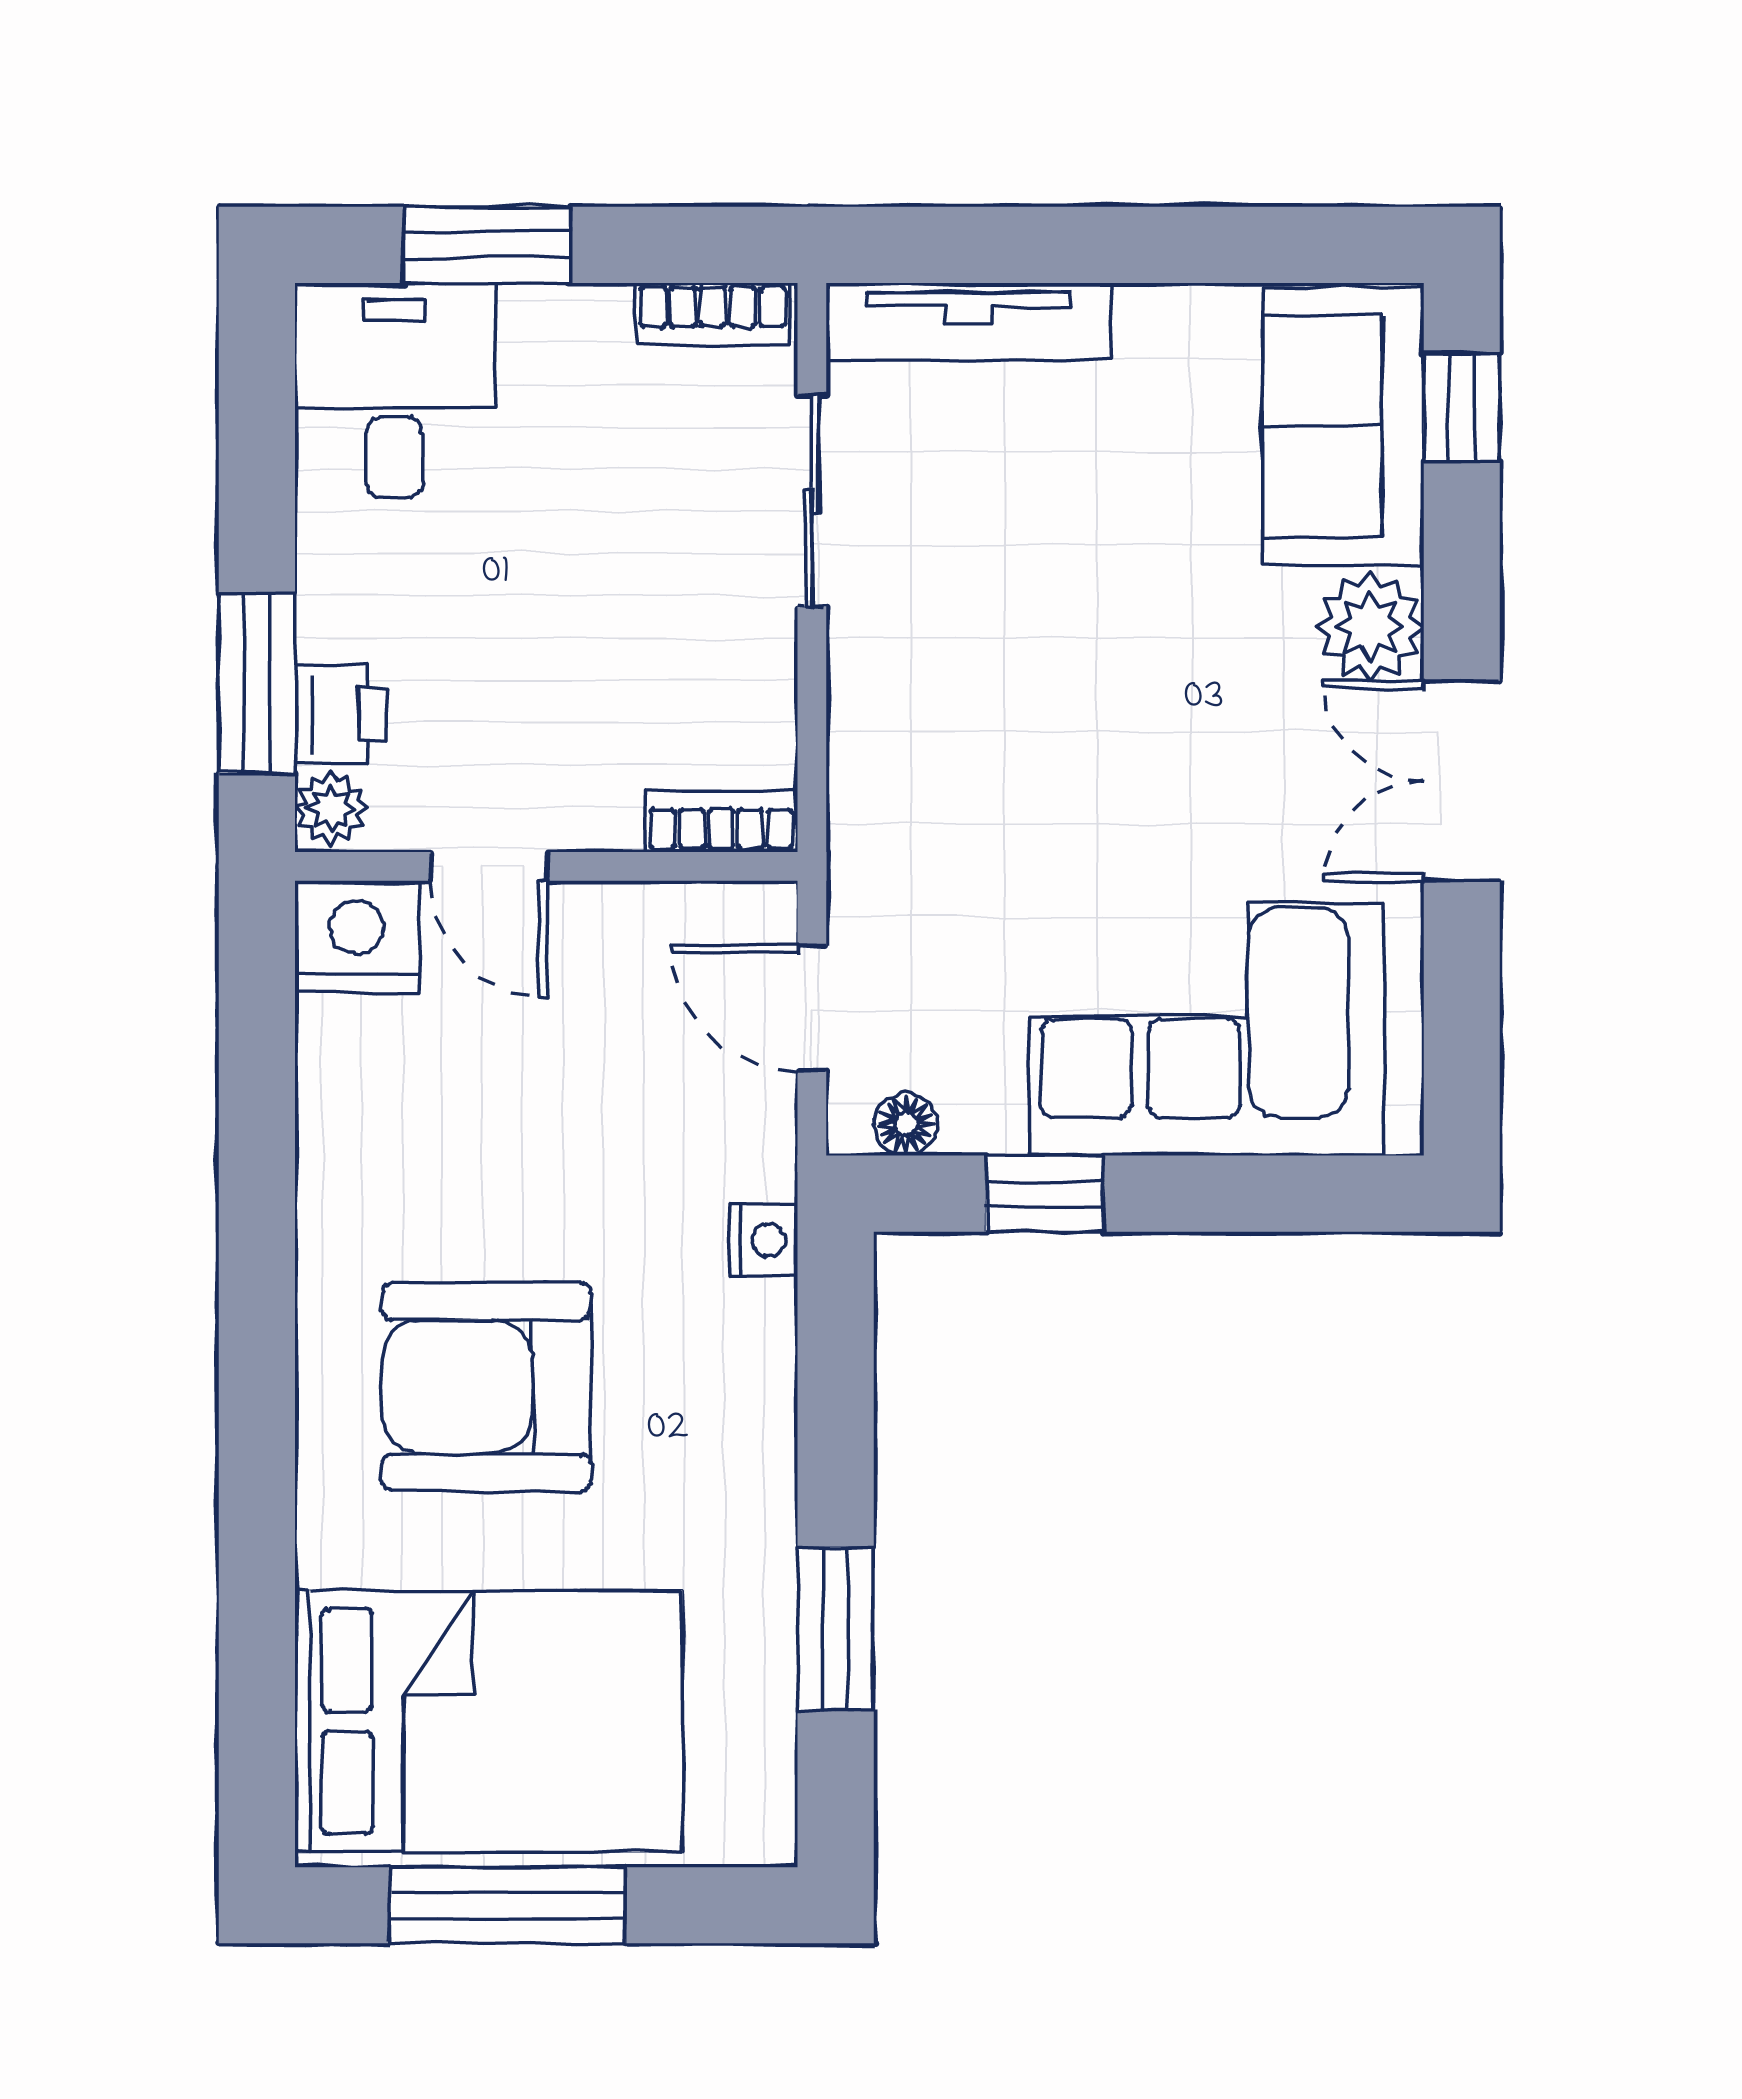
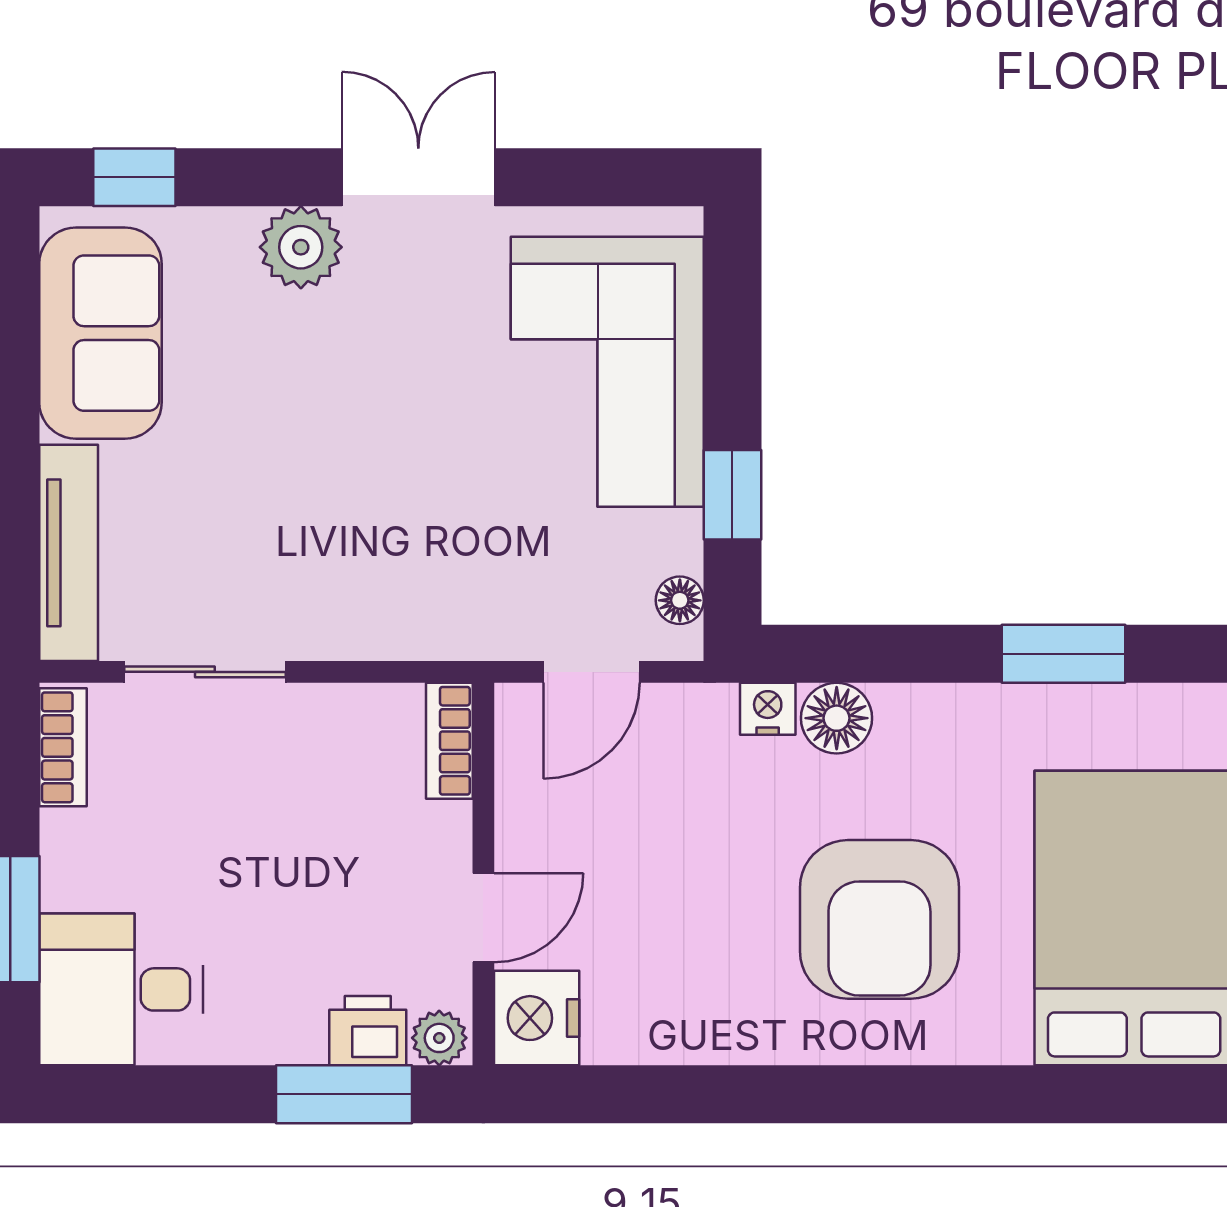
sofa: (1343, 426) -> (100, 333), moved, turned -90
double door: (1462, 781) -> (418, 177), swing flipped
floor lamp: (751, 1330) -> (837, 718), added

